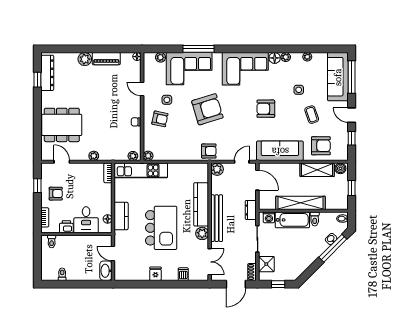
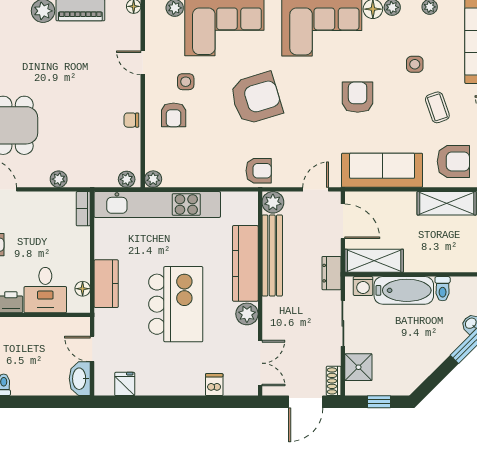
armchair: (266, 109) -> (358, 97), turned 90
armchair: (160, 119) -> (174, 115), turned 78
kitchen unit: (141, 170) -> (157, 205), width x1.36
shelving: (300, 203) -> (374, 261), moved, width x0.68
bench: (217, 218) -> (272, 255), moved
fridge: (155, 274) -> (125, 384), moved

